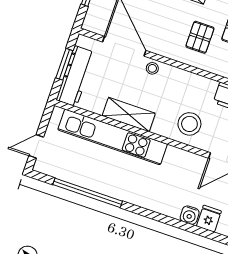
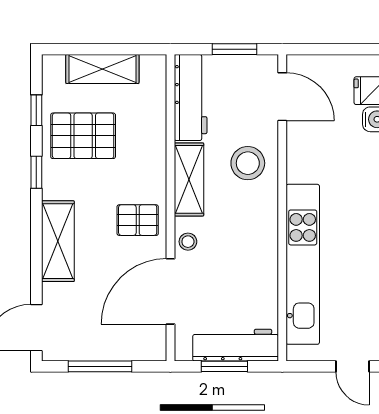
pallet: (200, 37) -> (138, 220), moved
shelving: (129, 115) -> (189, 179), moved

